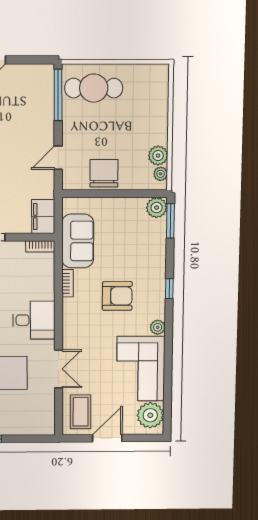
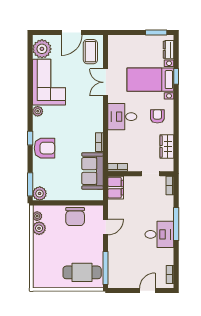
armchair: (117, 296) -> (45, 148), moved, turned 180

